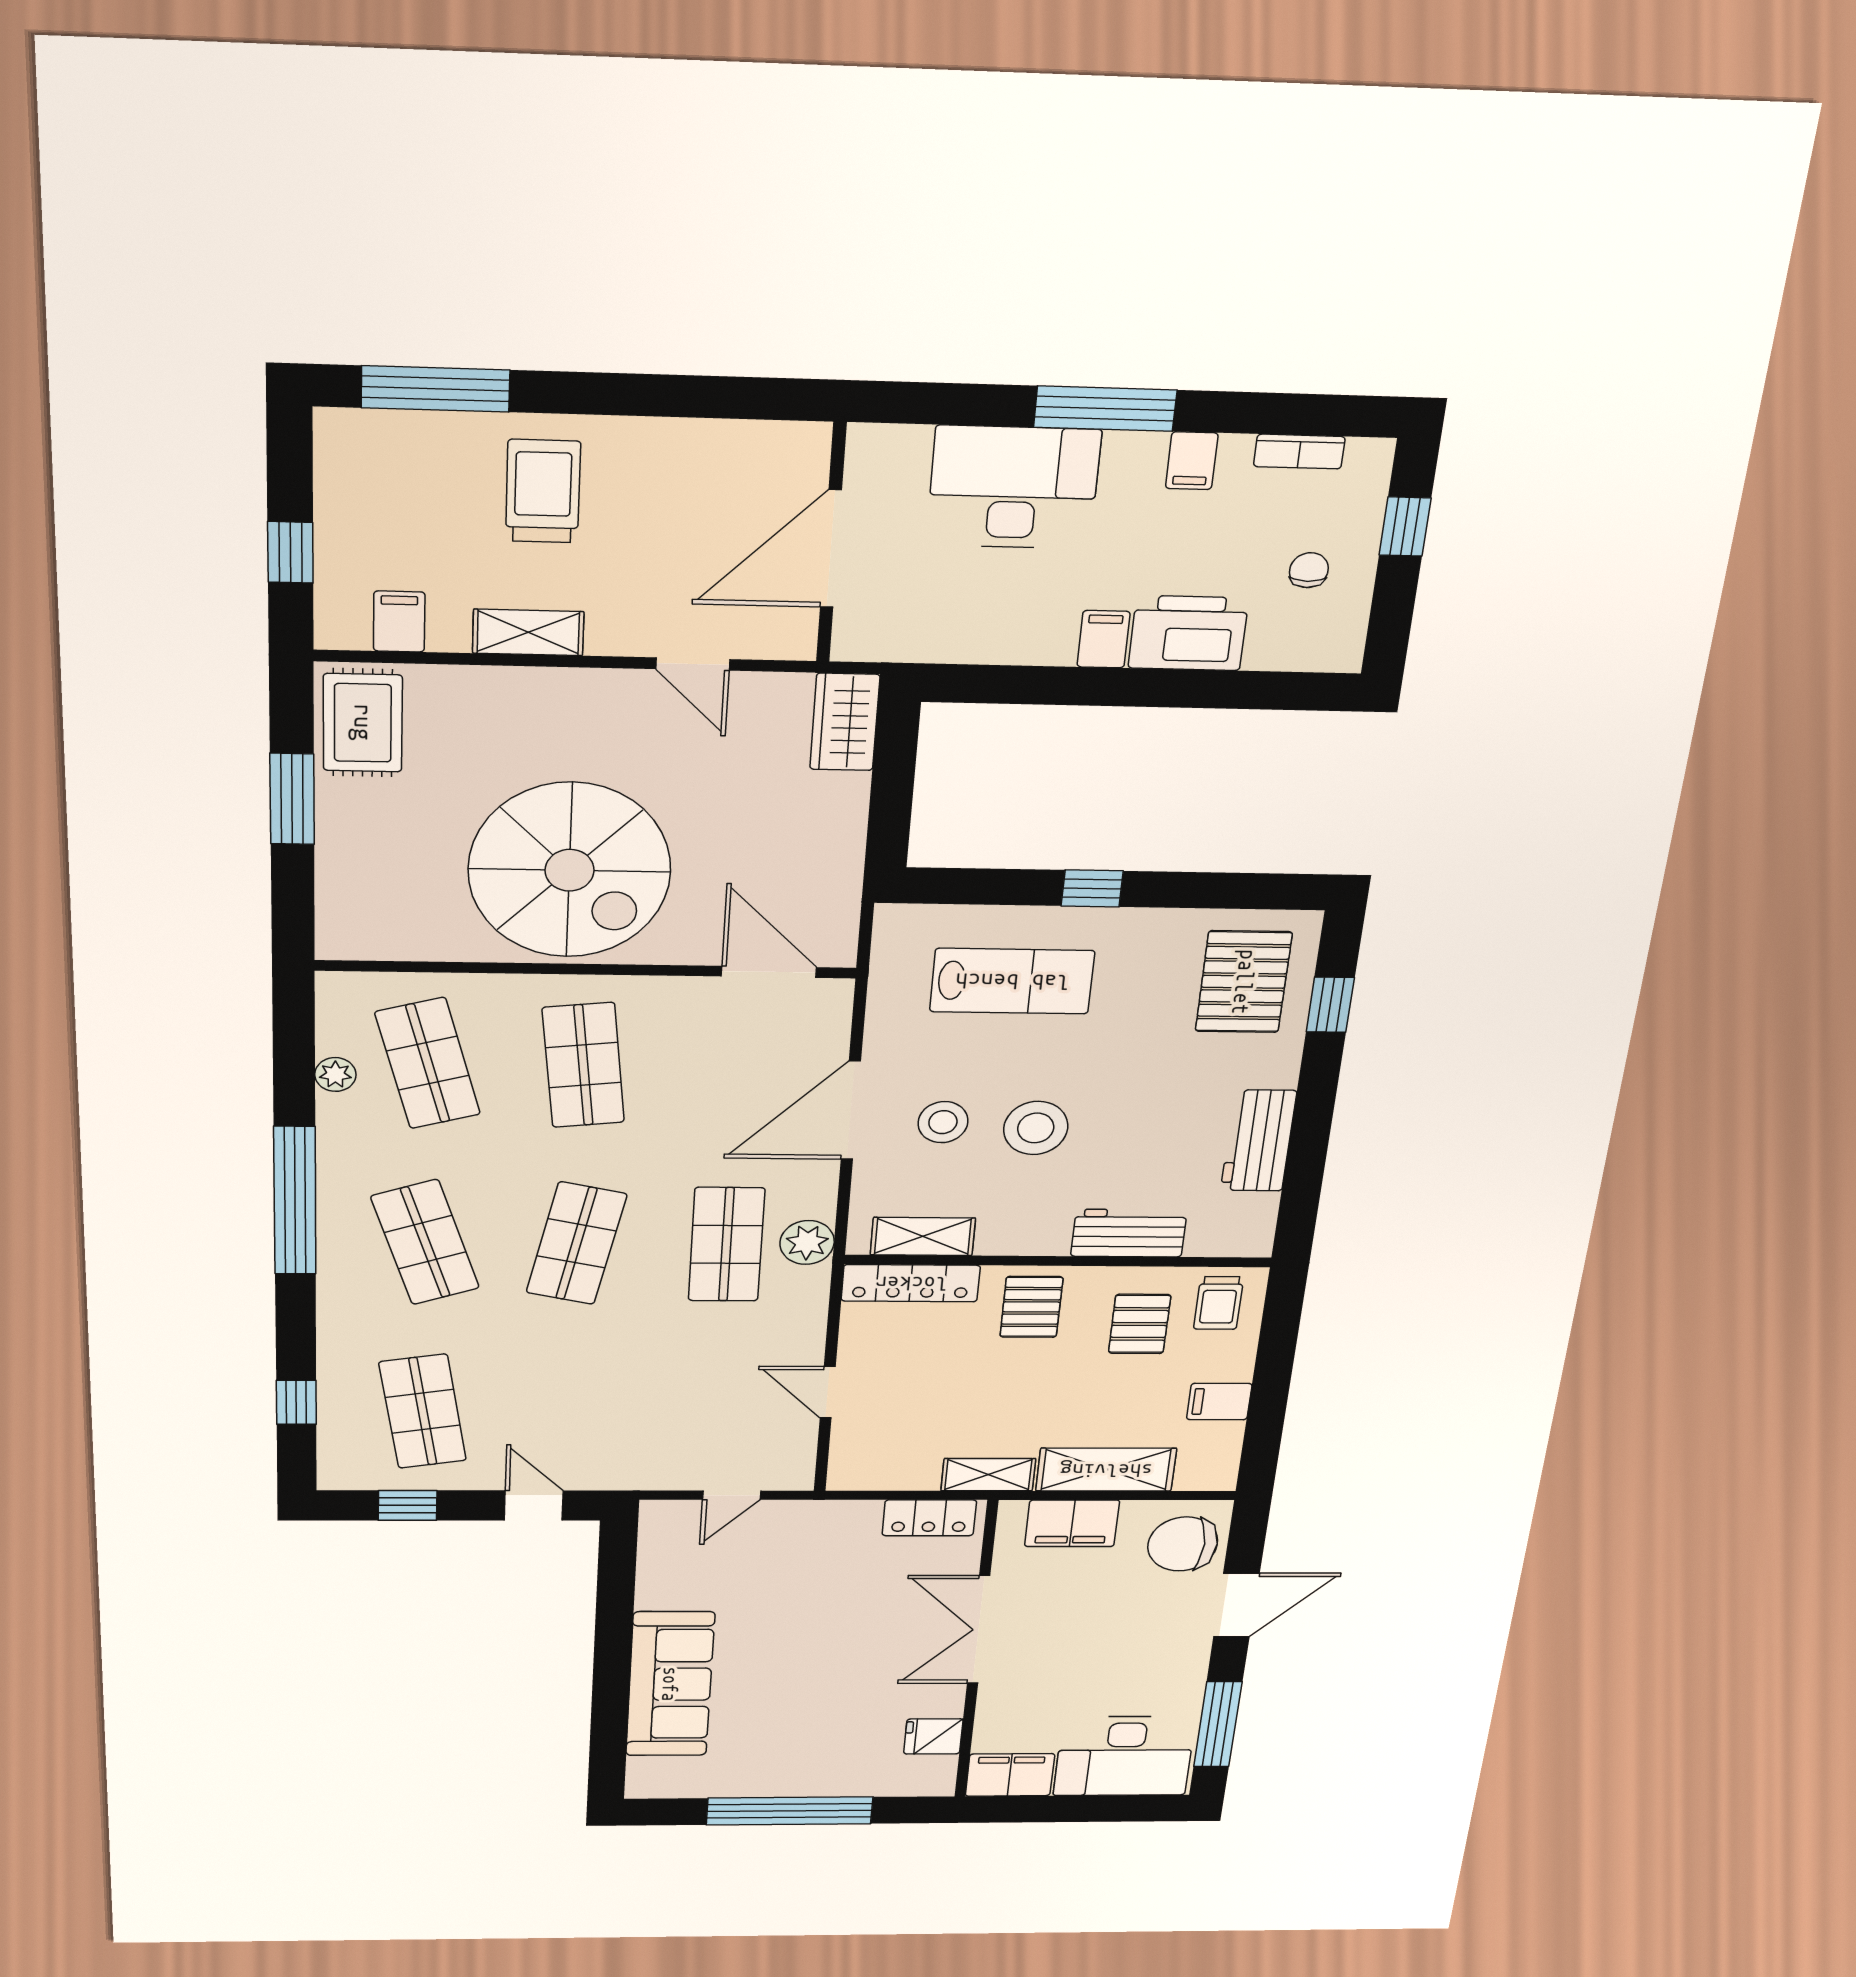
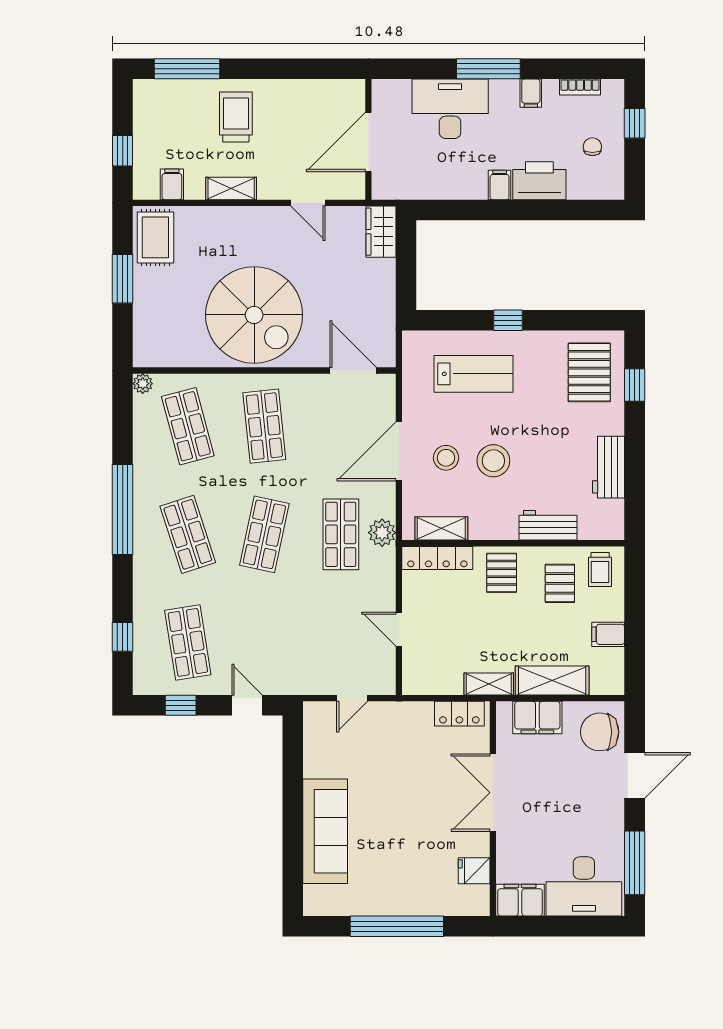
plant: (335, 1075) -> (143, 384), moved

